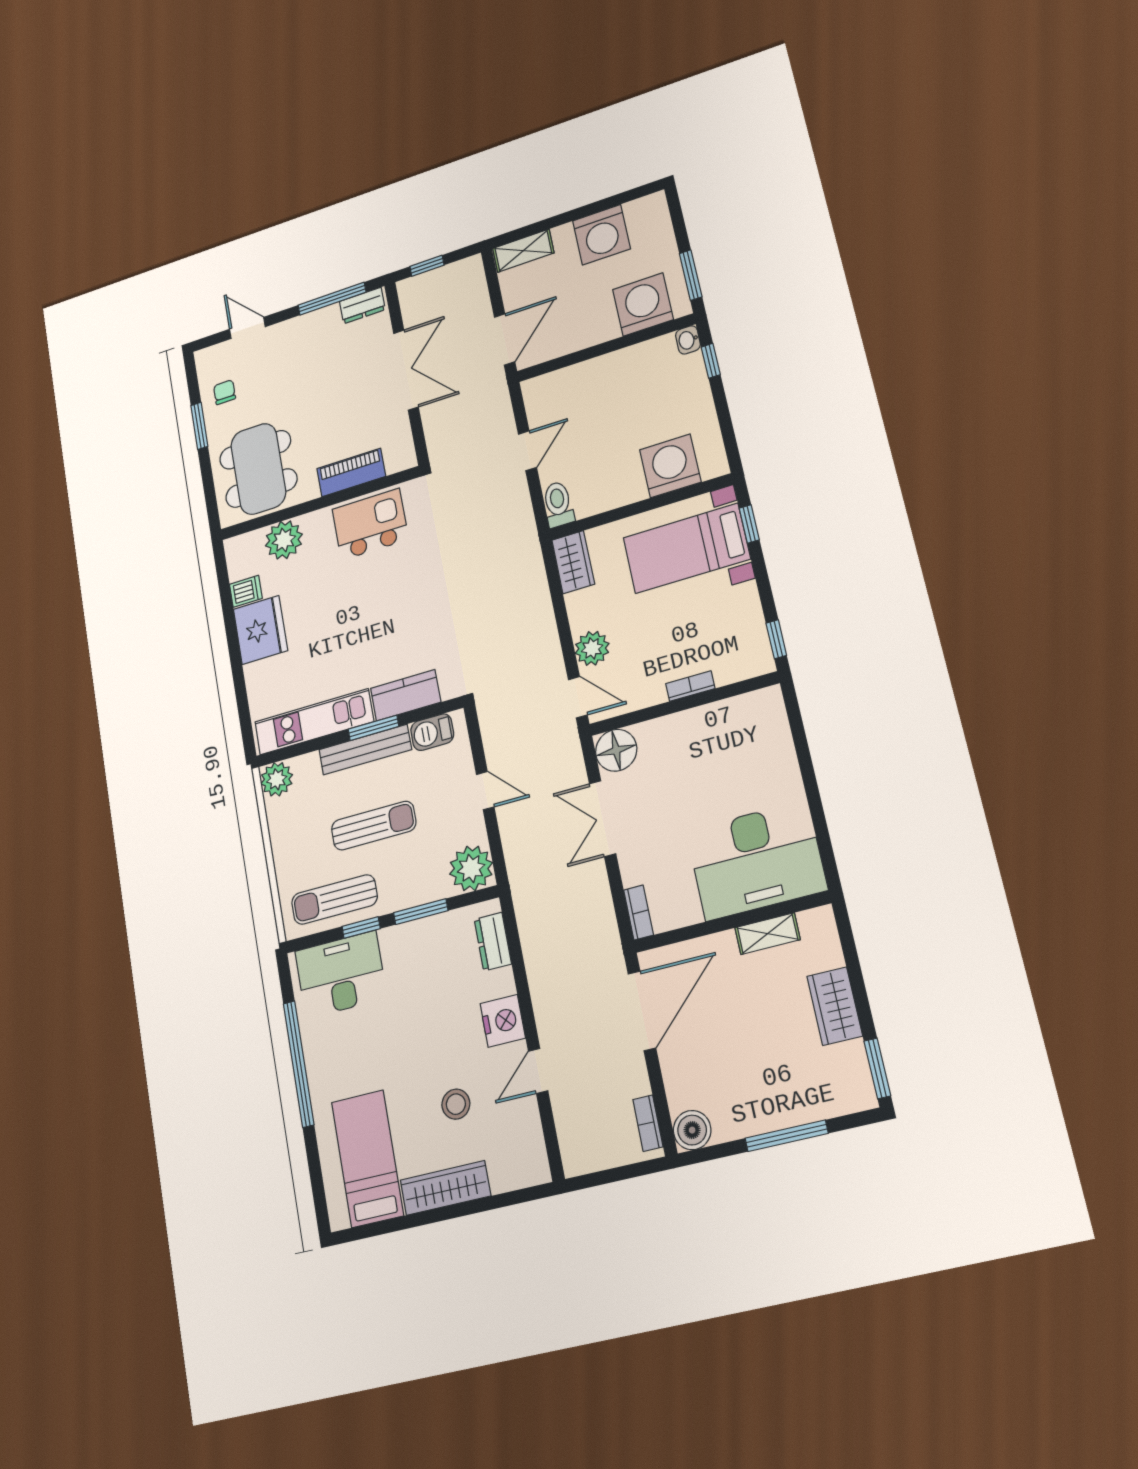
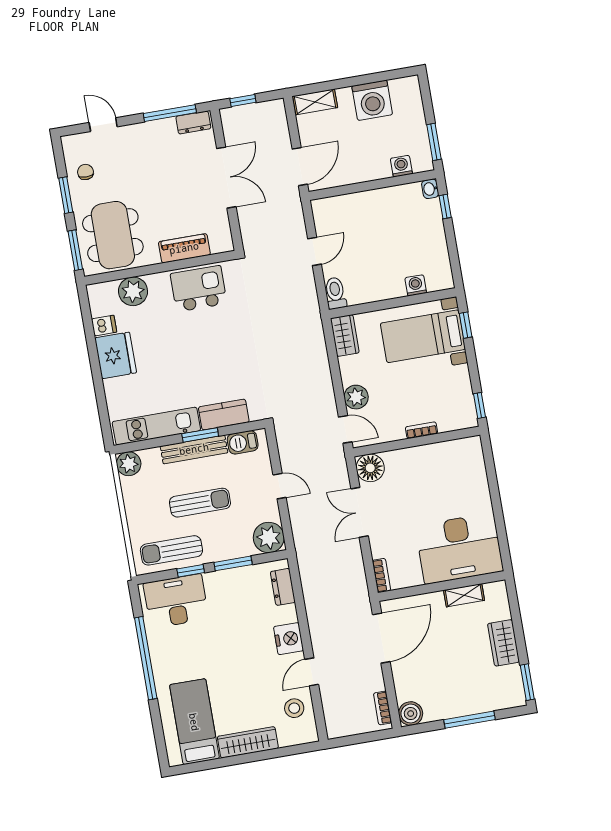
washing machine: (643, 304) -> (401, 166), width x0.53, depth x0.53
washing machine: (670, 466) -> (416, 285), width x0.53, depth x0.53
window: (210, 496) -> (75, 250), added
stool: (456, 1104) -> (294, 708), moved

